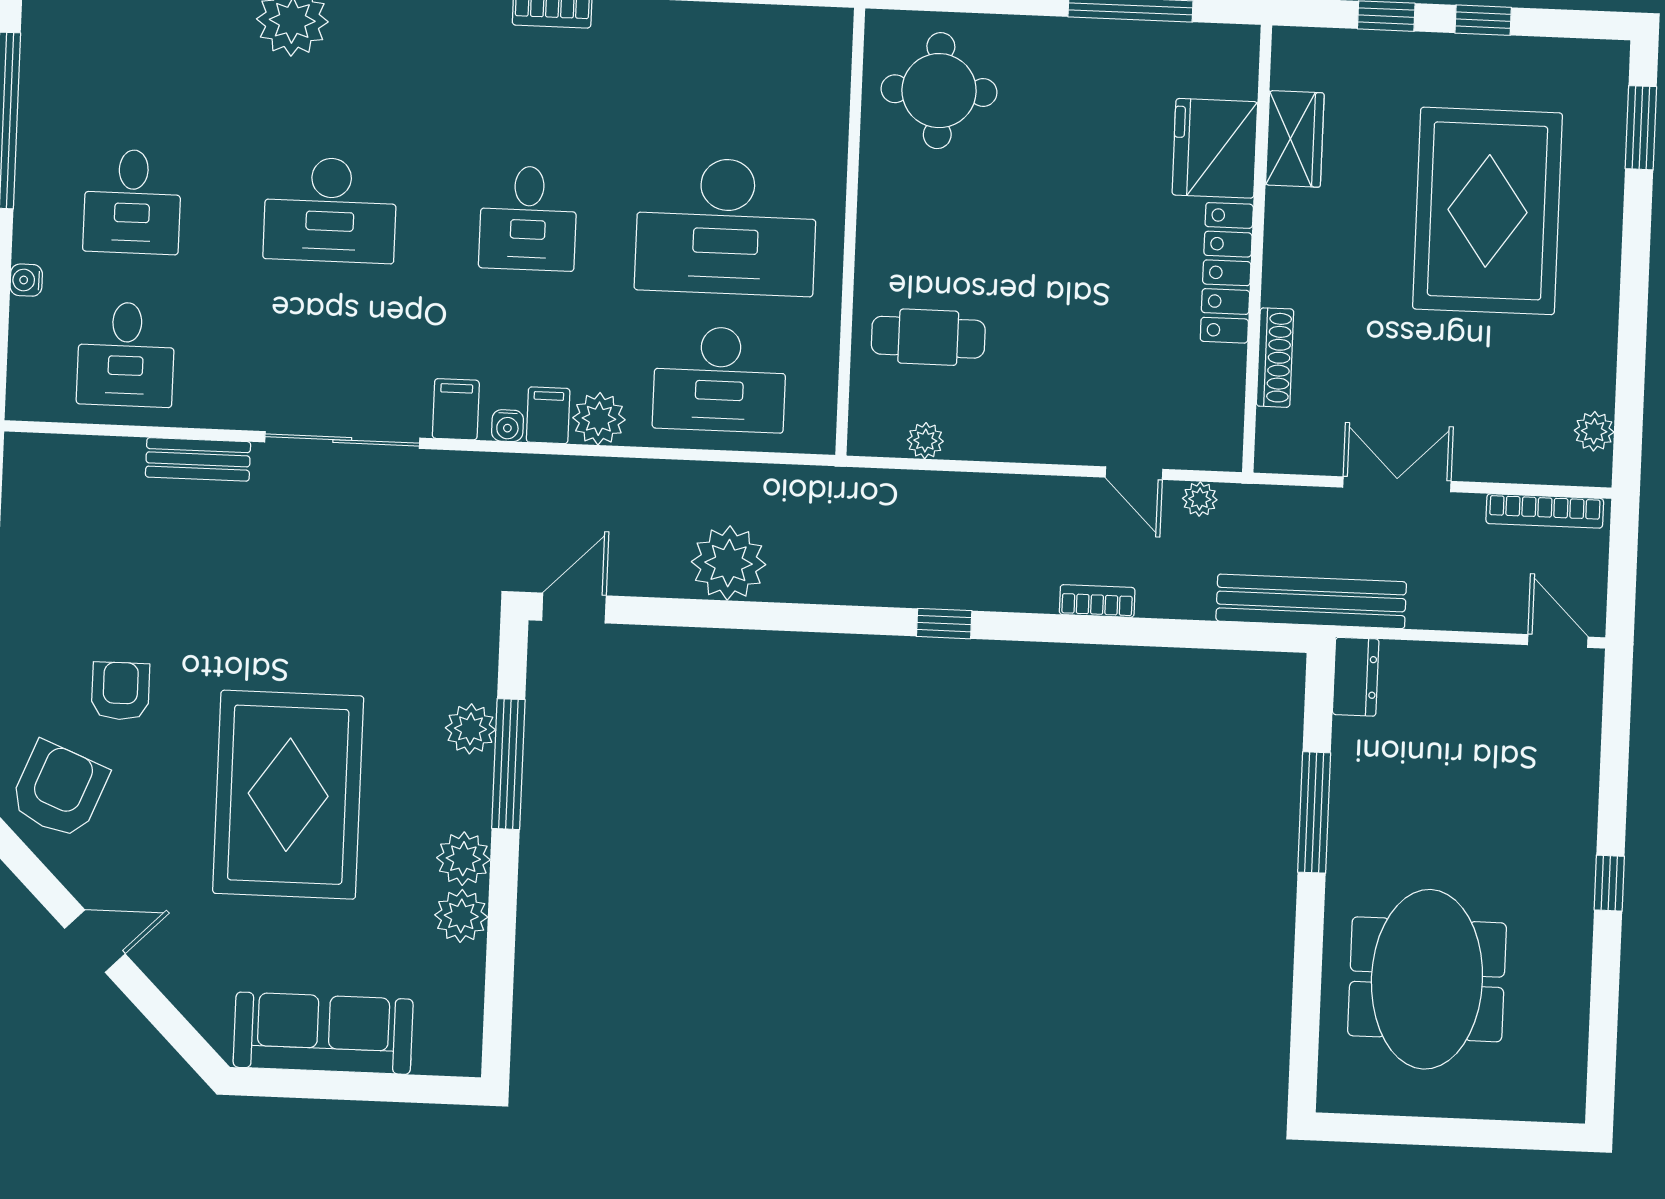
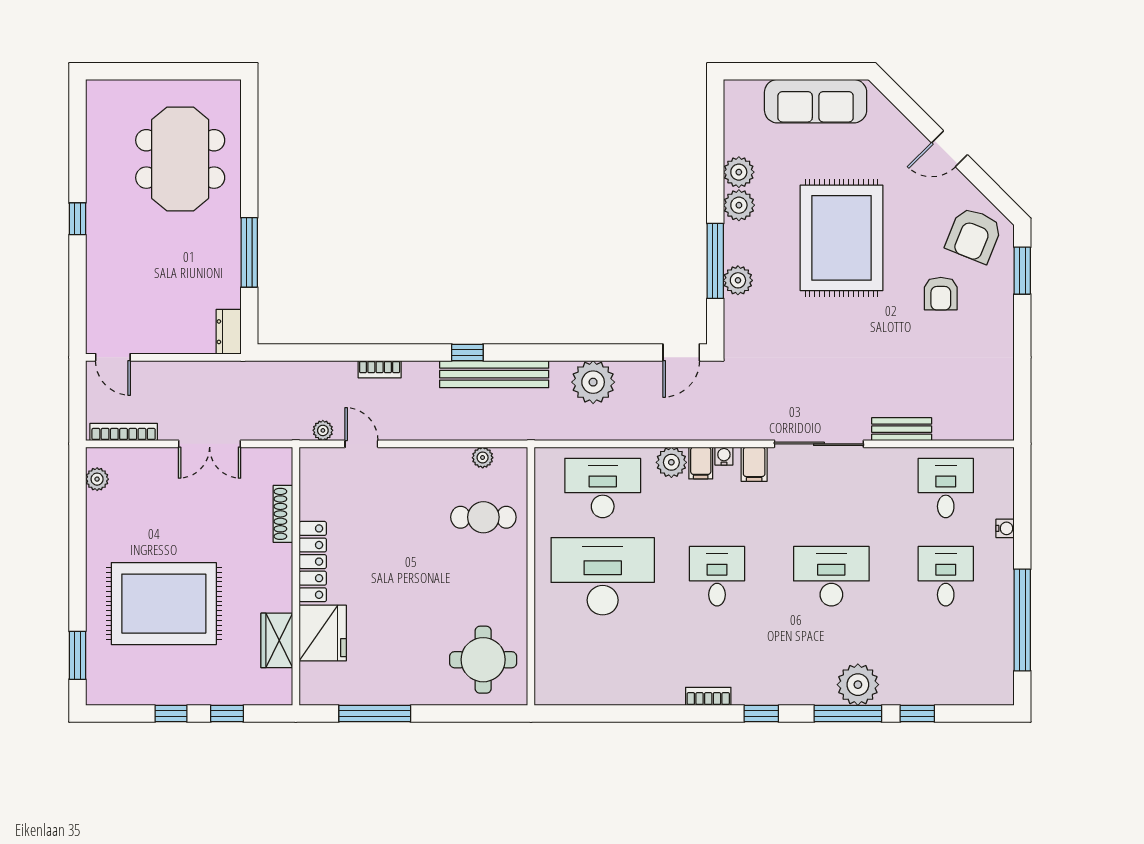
rug: (1487, 211) -> (164, 604), turned 90
bench: (1311, 601) -> (494, 374), moved

